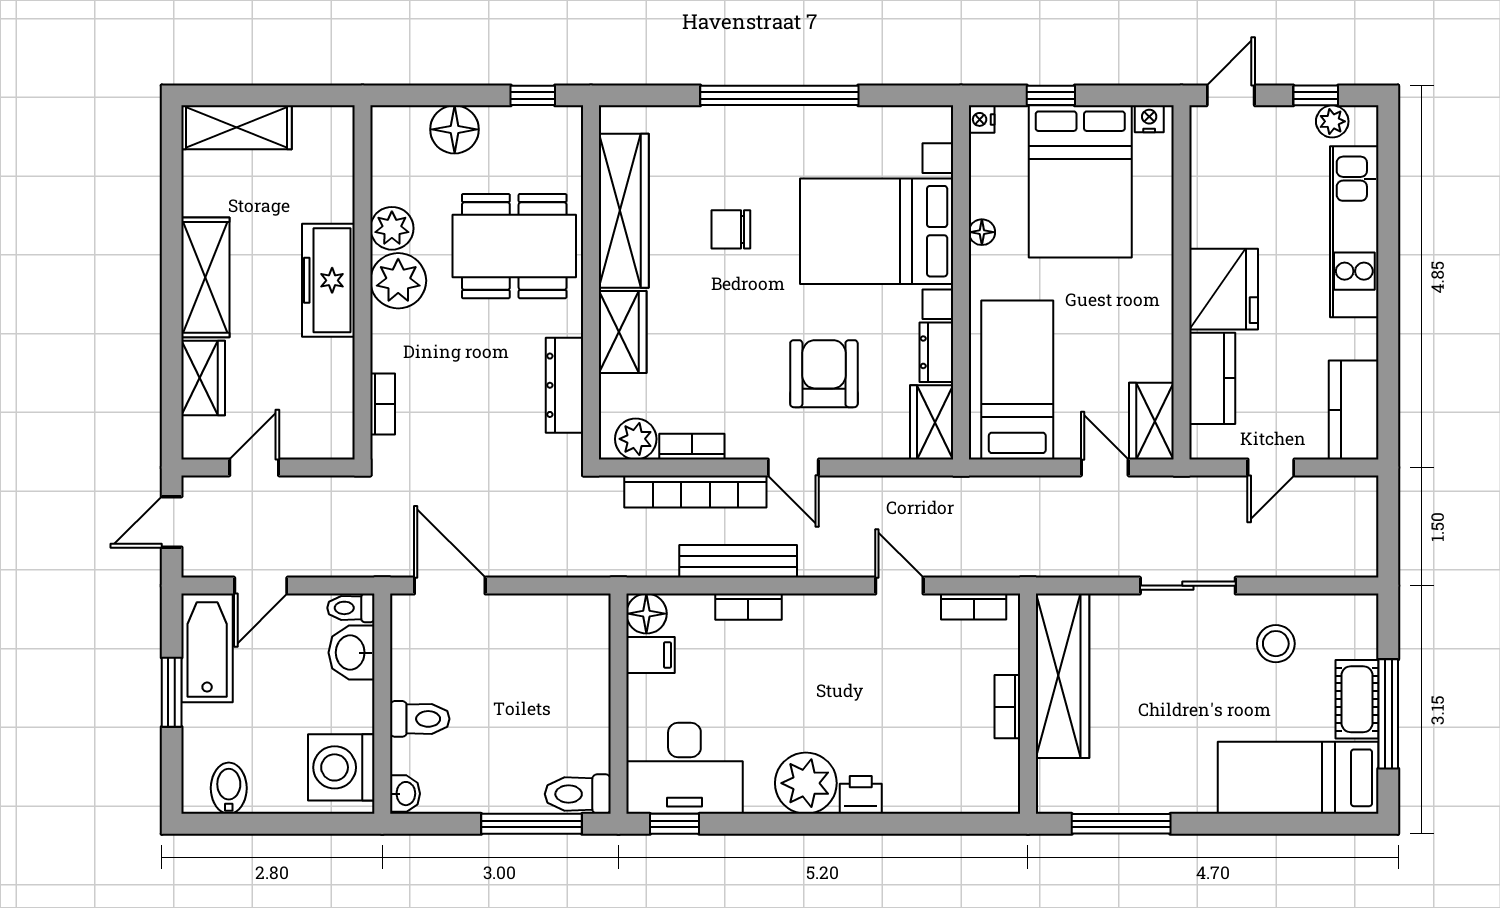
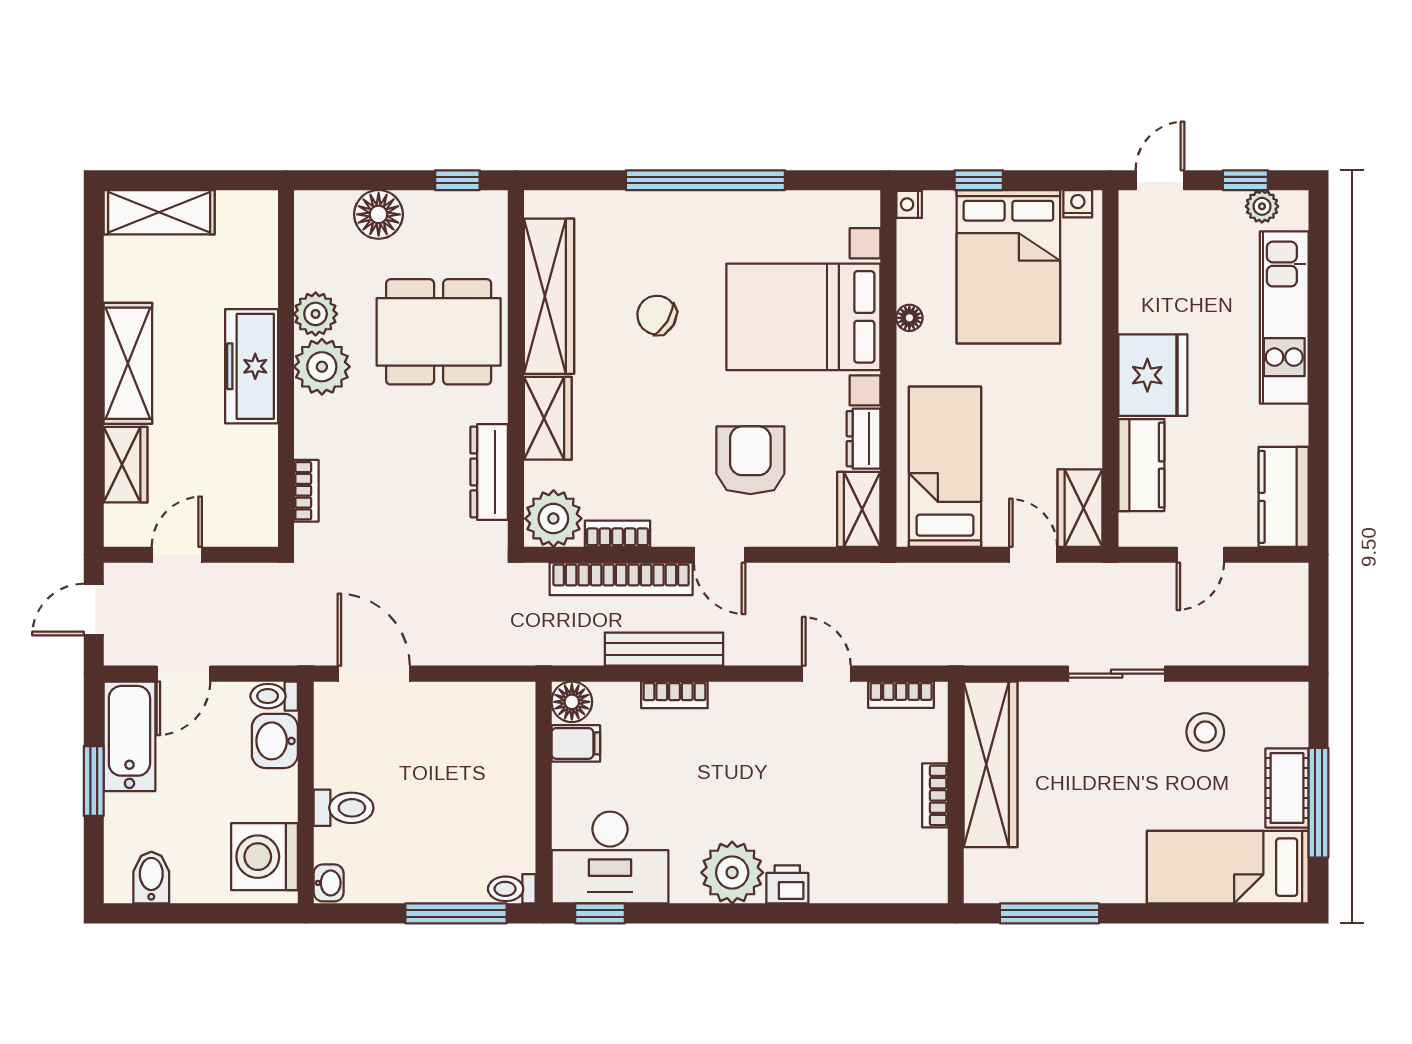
chair: (731, 229) -> (657, 315), turned 31
plant: (636, 439) -> (553, 519), width x1.36, depth x1.36
toilet: (578, 794) -> (512, 889), width x0.73, depth x0.72

